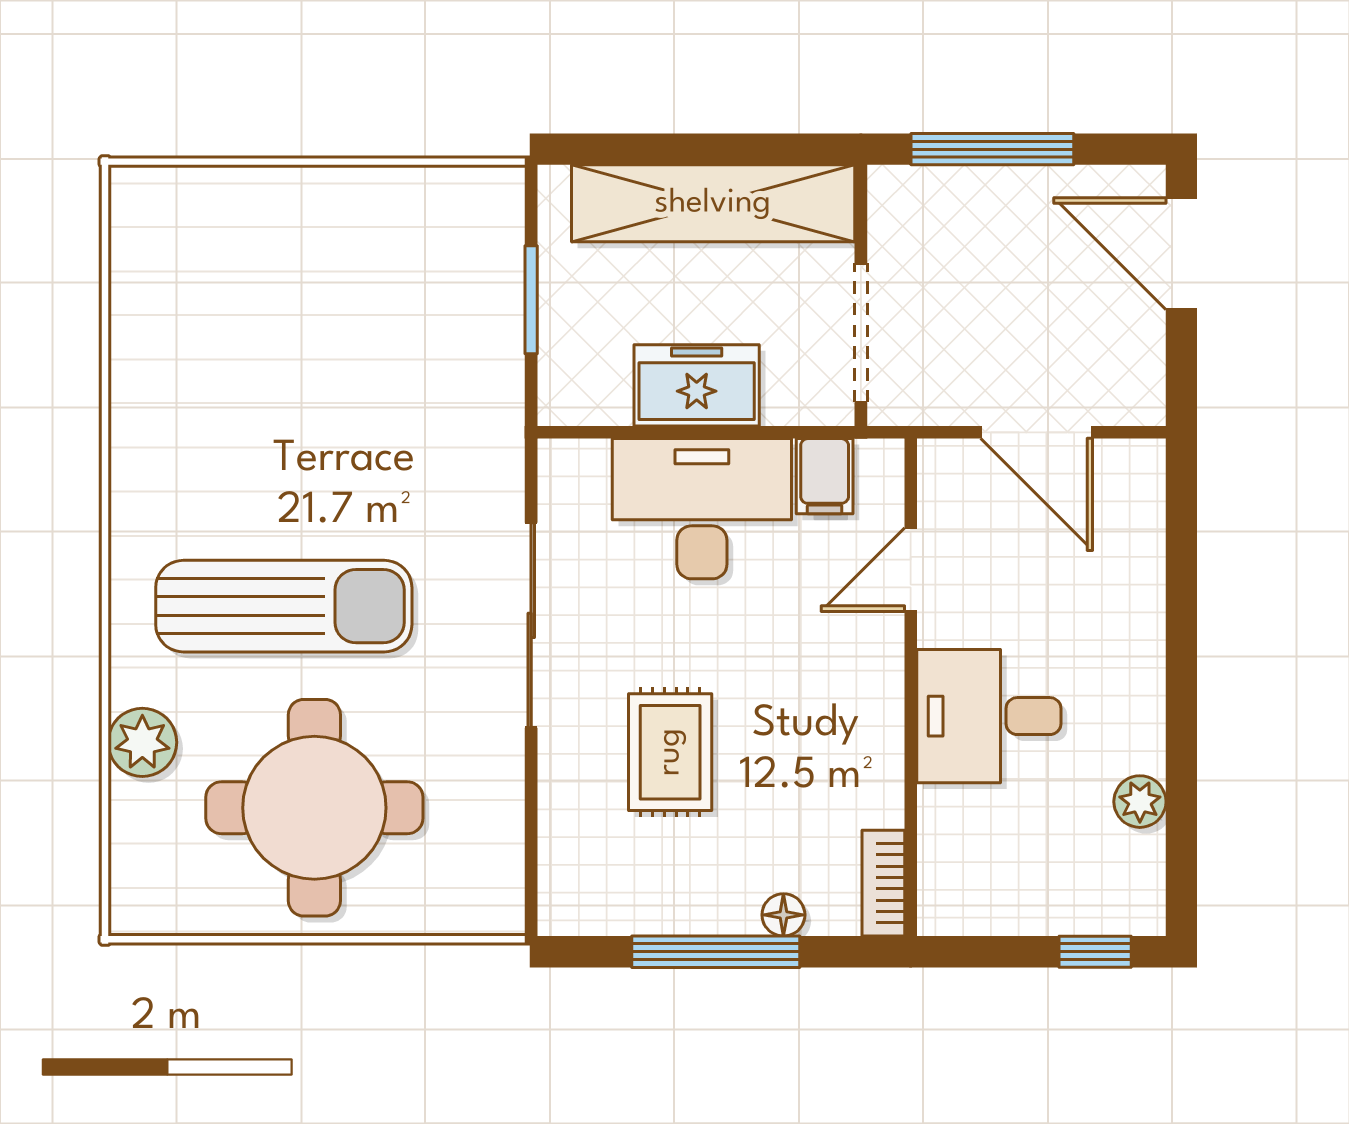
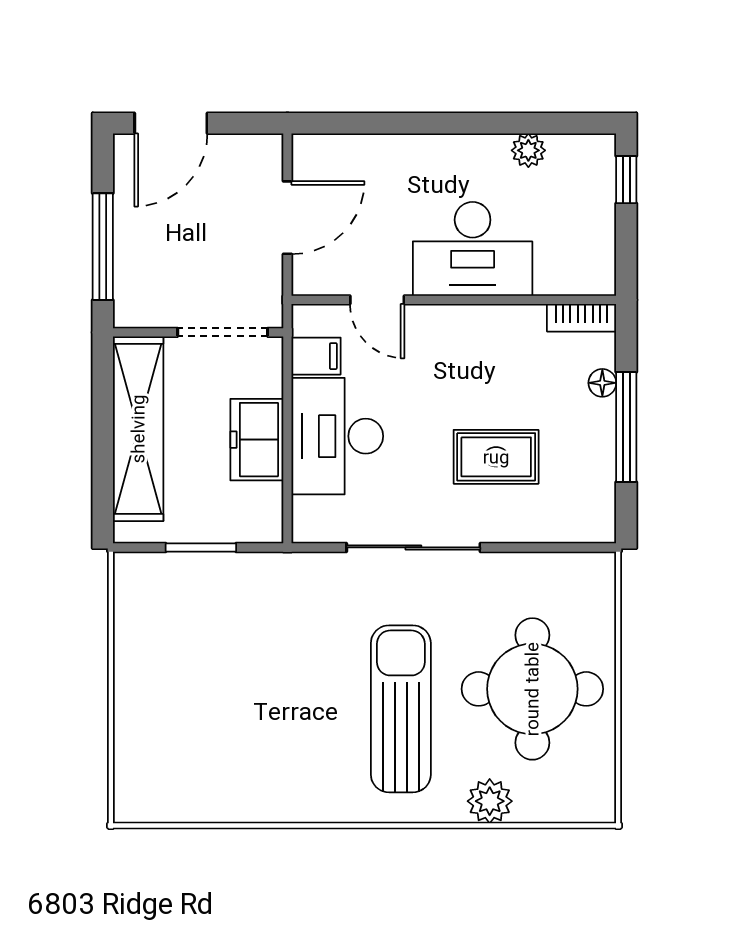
desk: (989, 716) -> (473, 249), width x1.37

